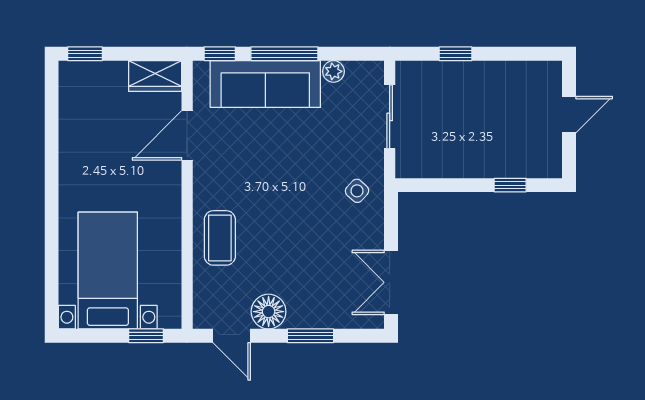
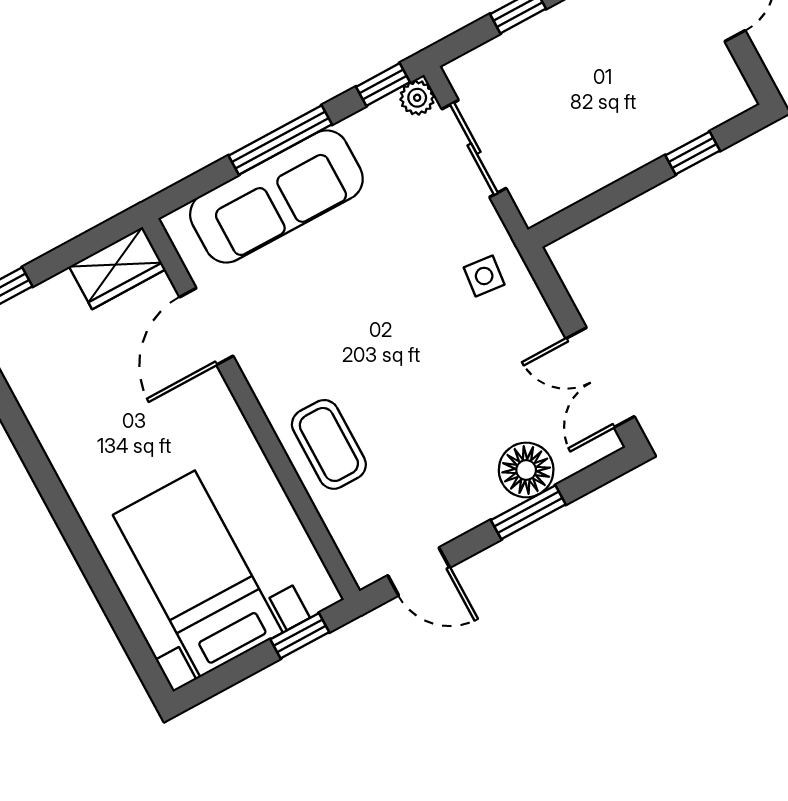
window: (220, 54) -> (383, 84), moved
plant: (333, 71) -> (417, 98), moved
side table: (357, 191) -> (484, 276), turned -36
floor lamp: (269, 312) -> (526, 470), moved

